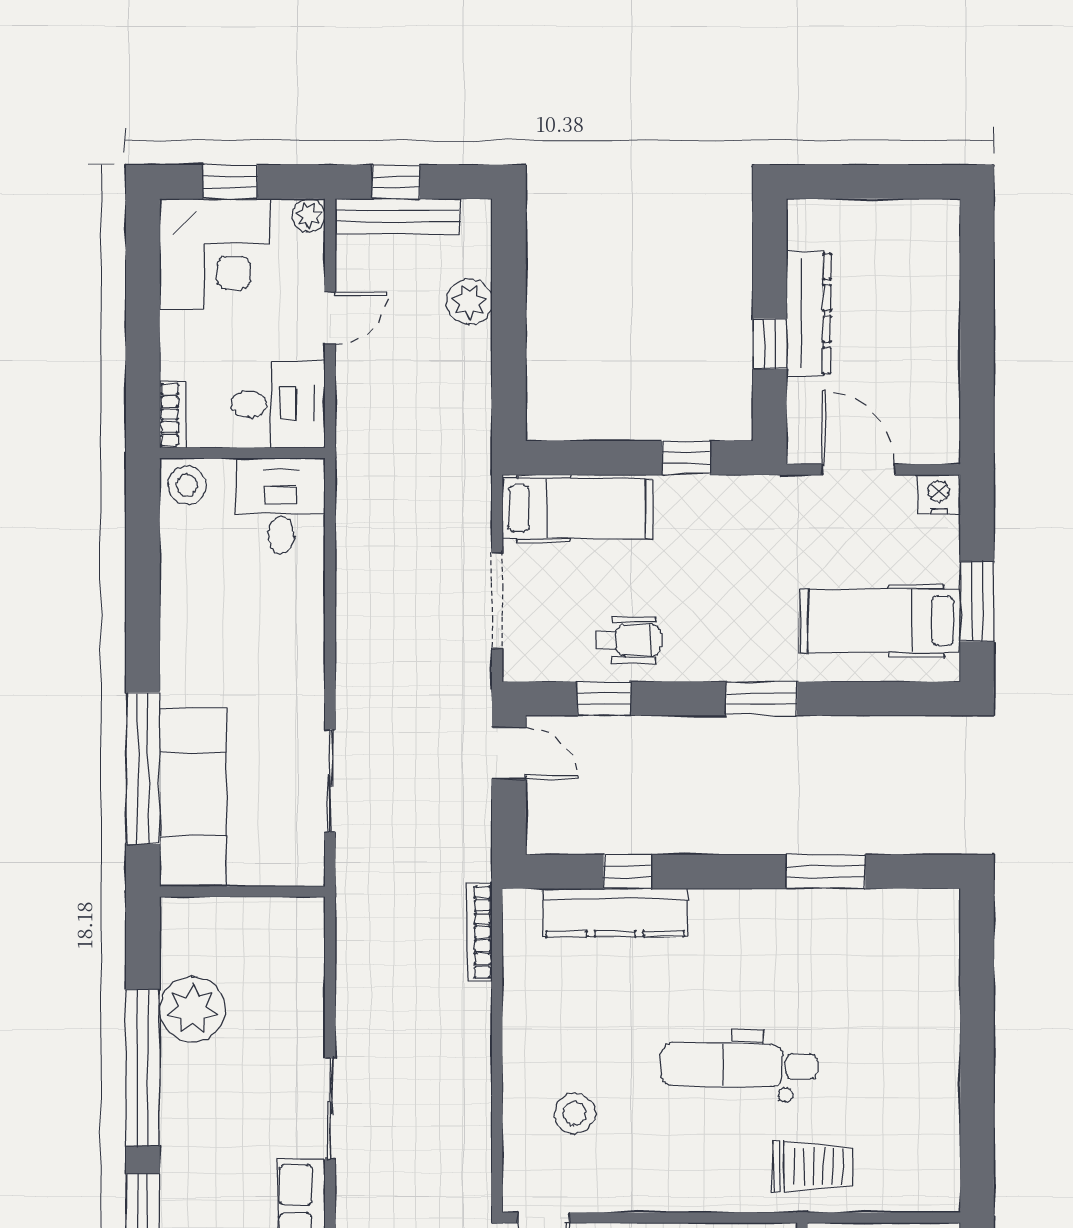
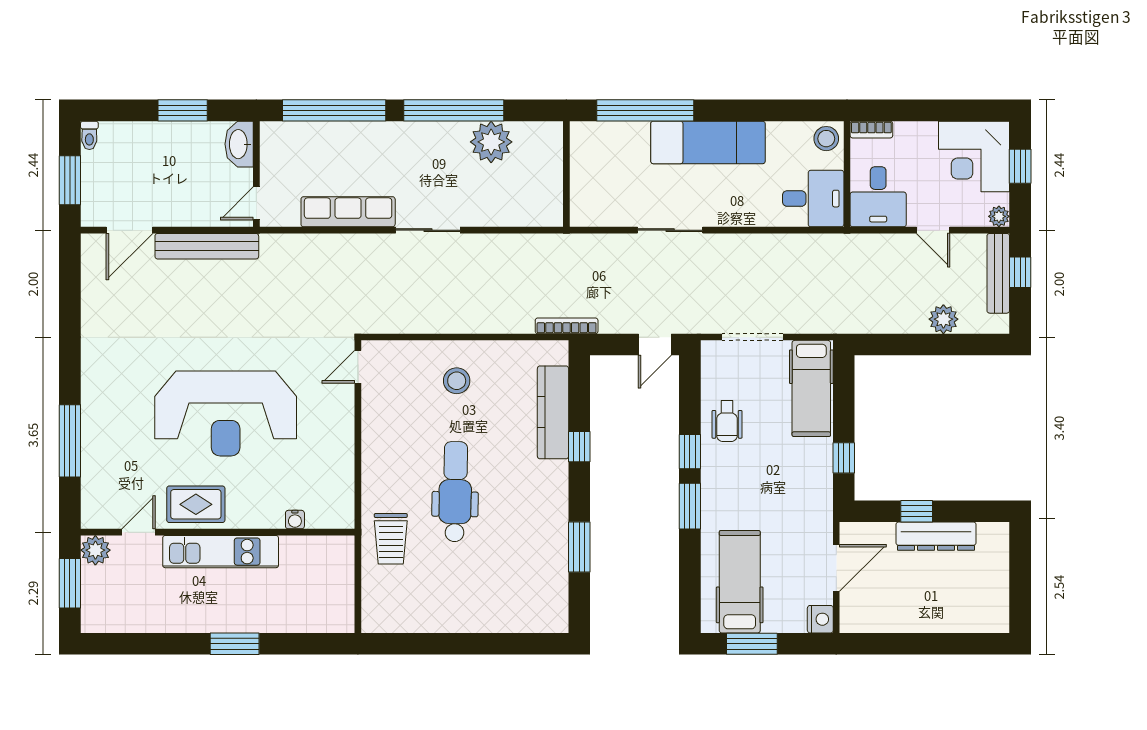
window: (604, 699) -> (690, 452), moved
sliding door: (330, 781) -> (670, 230), moved
exam couch: (193, 797) -> (708, 142), moved
window: (628, 872) -> (579, 447), moved
bookcase: (480, 932) -> (567, 326), moved
stool: (575, 1113) -> (457, 381), moved

